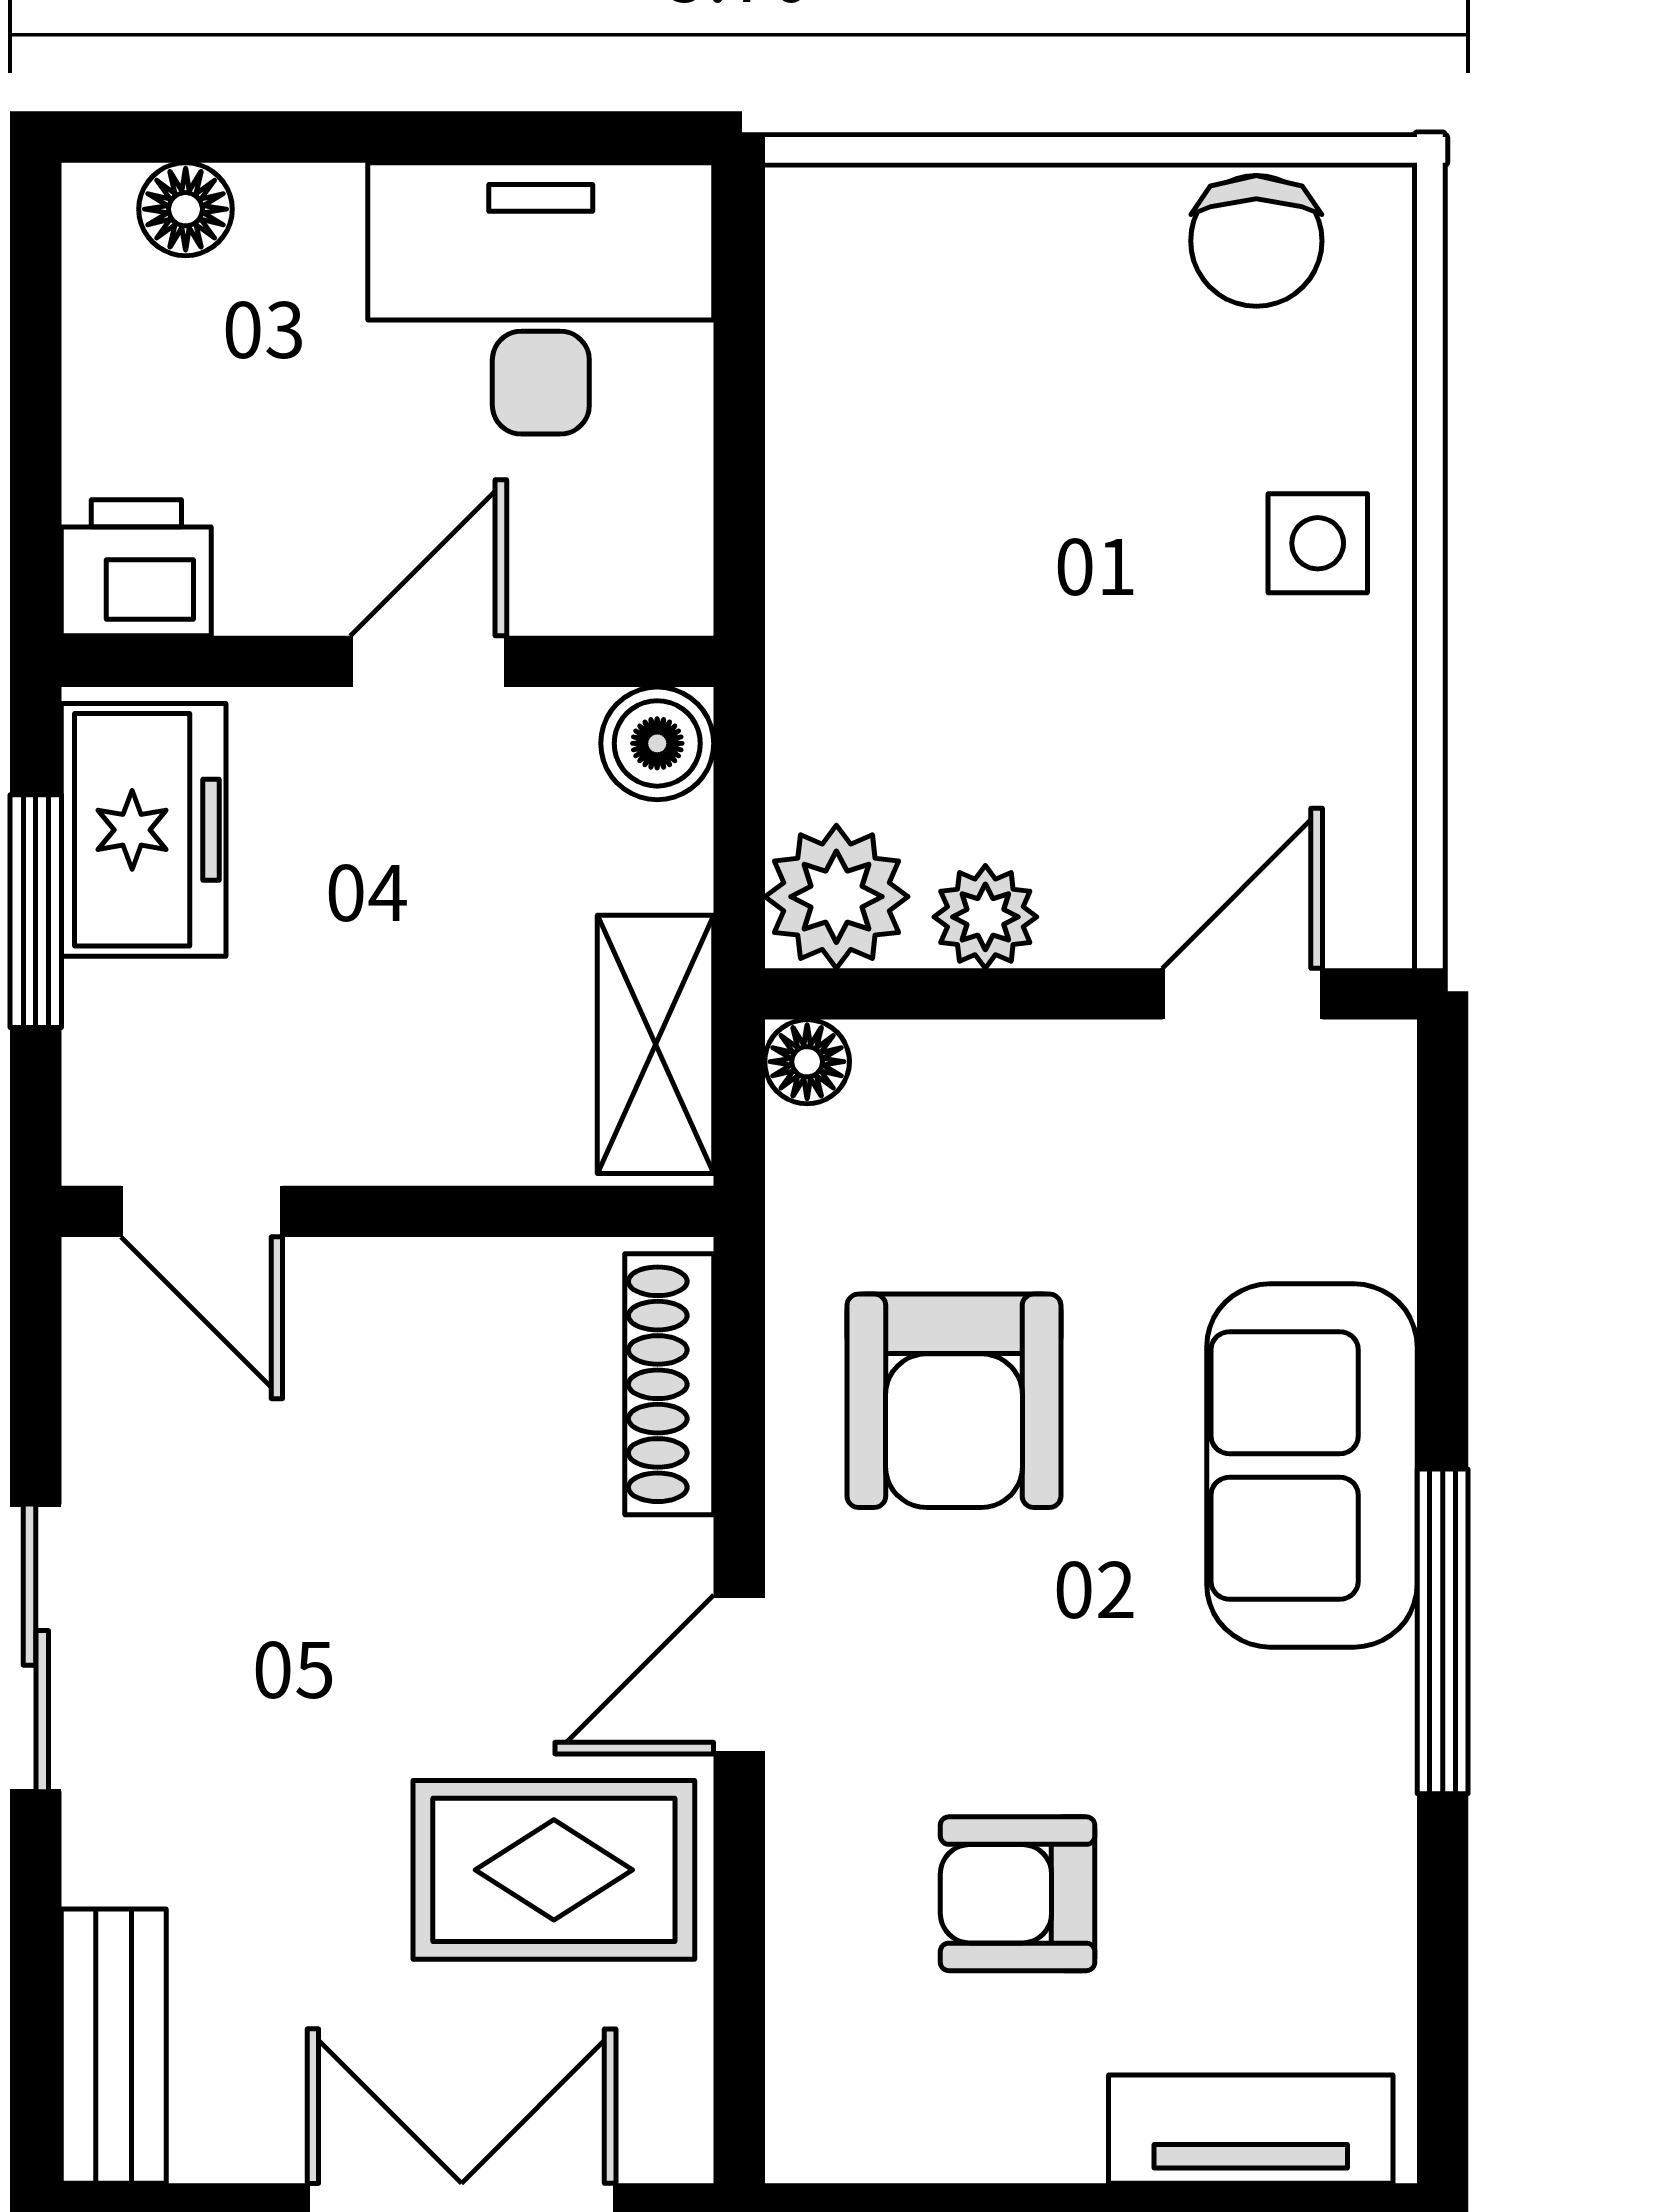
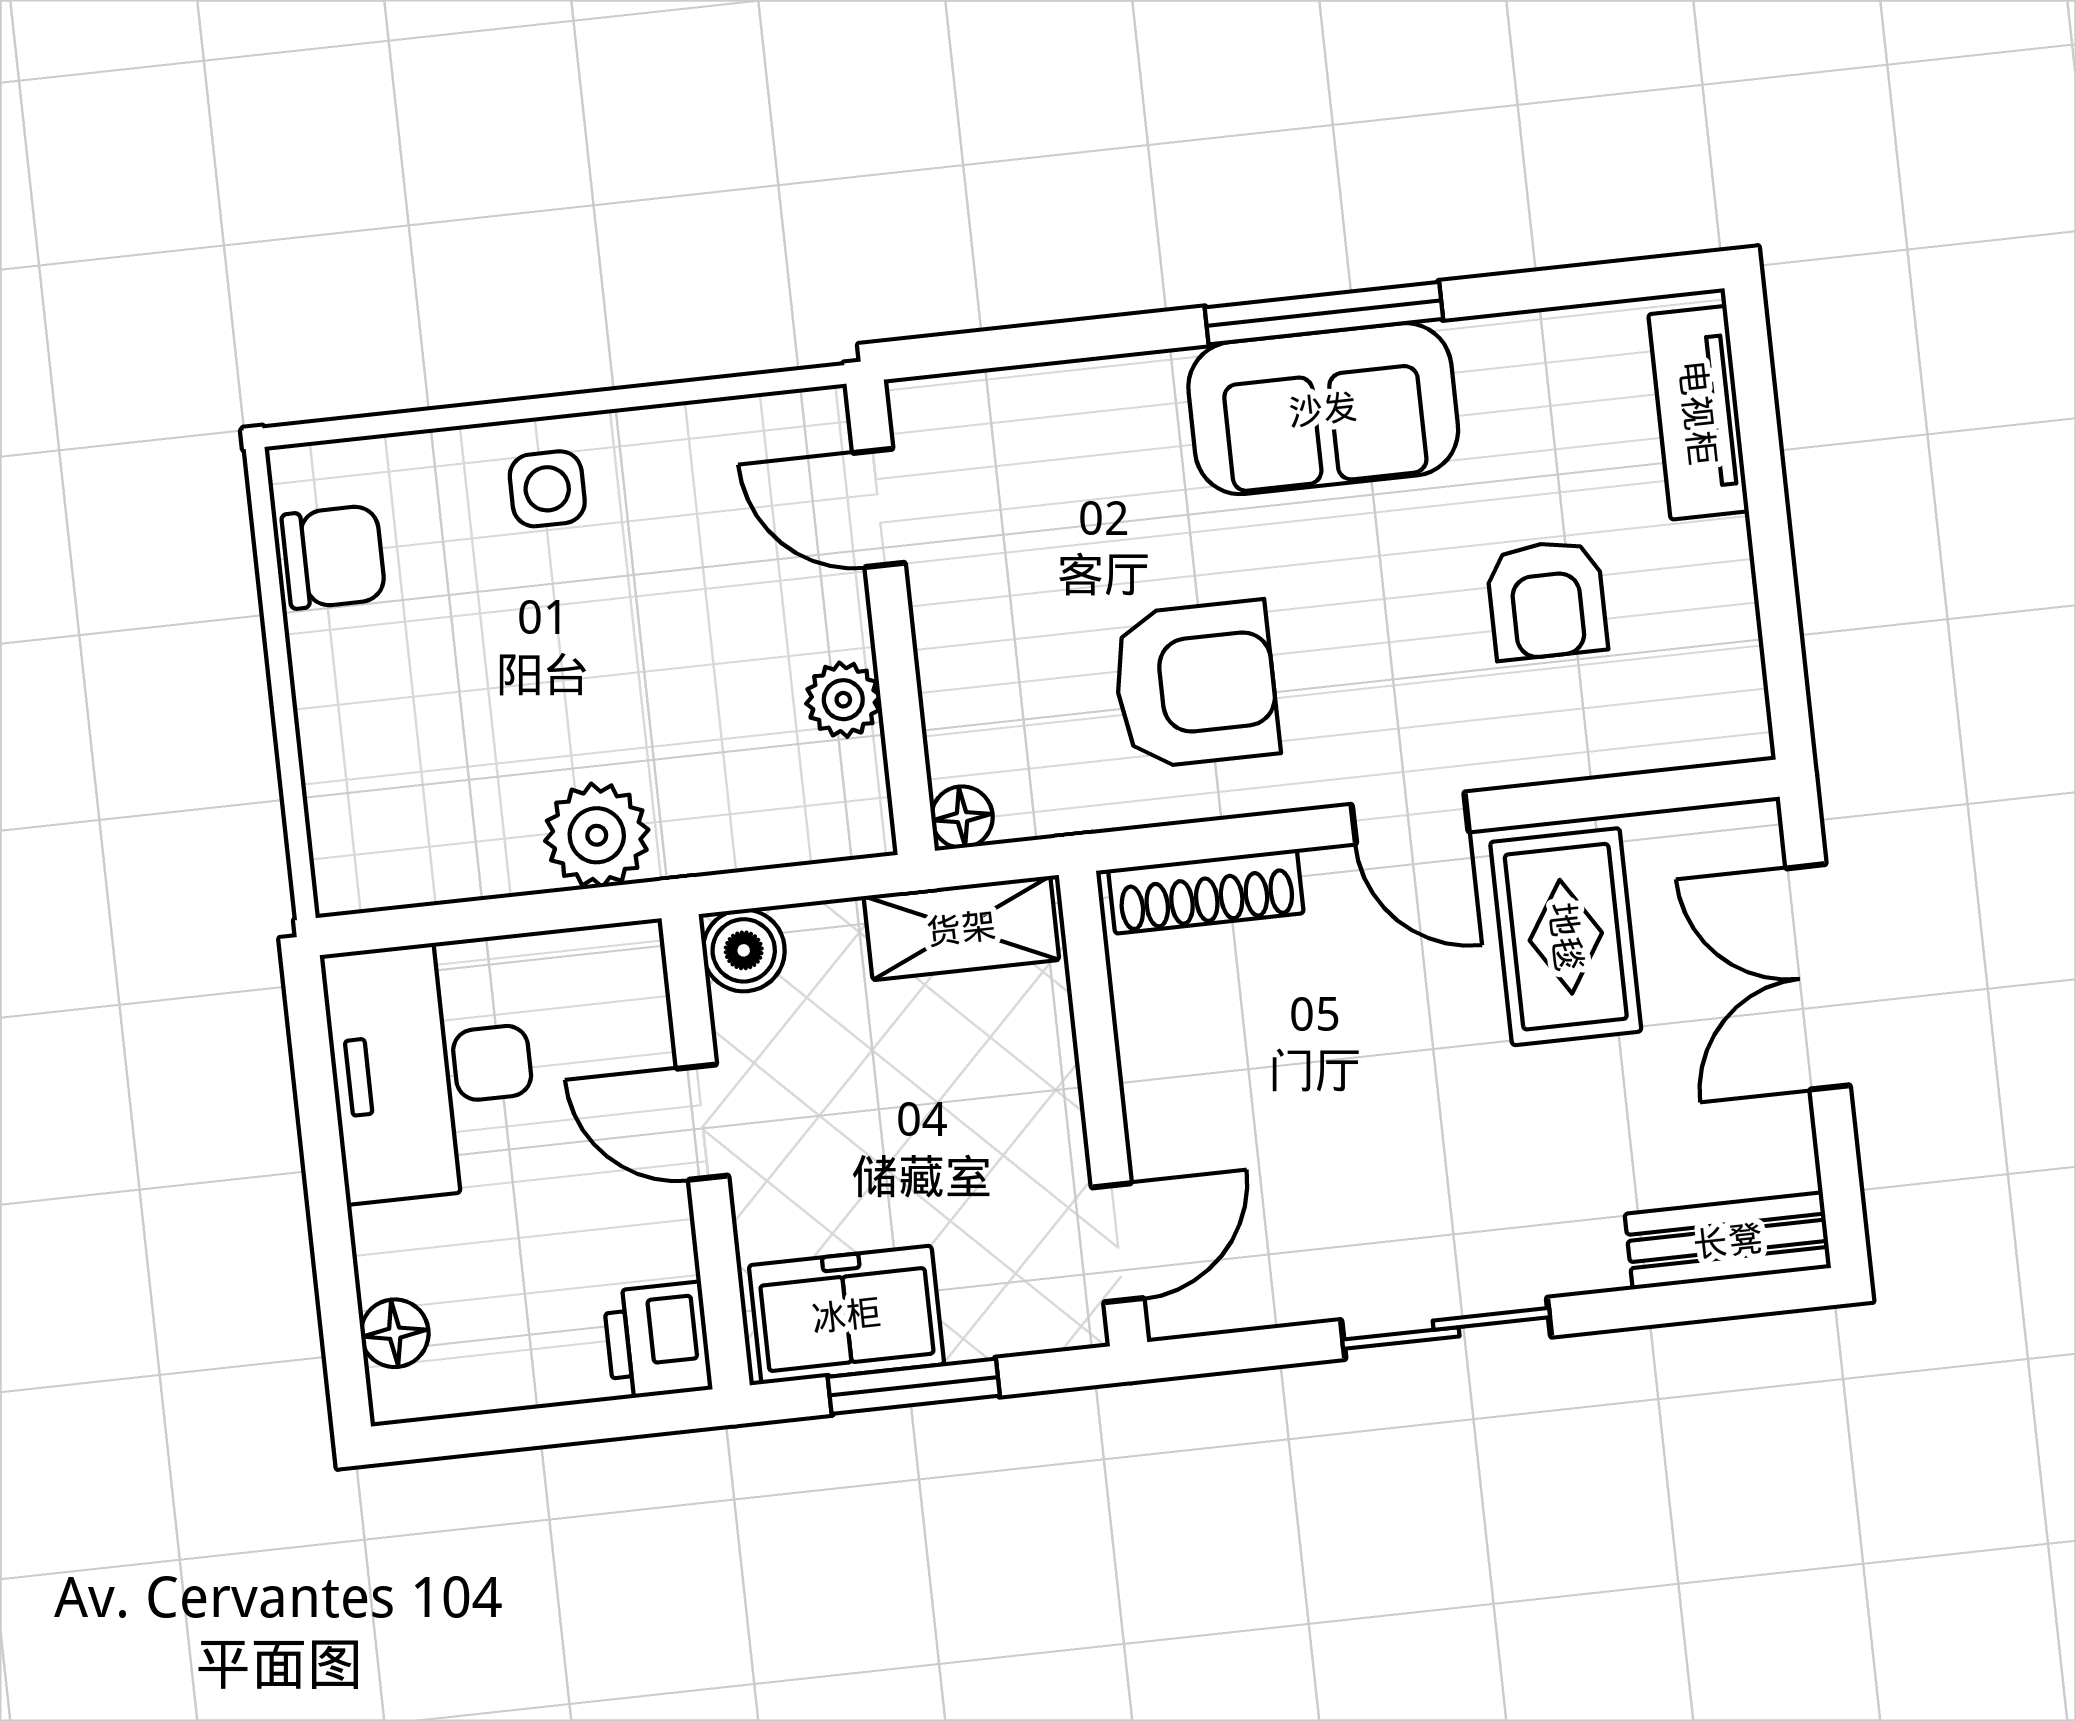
plant: (836, 897) -> (597, 835), moved
sofa: (1312, 1465) -> (1323, 409), moved

